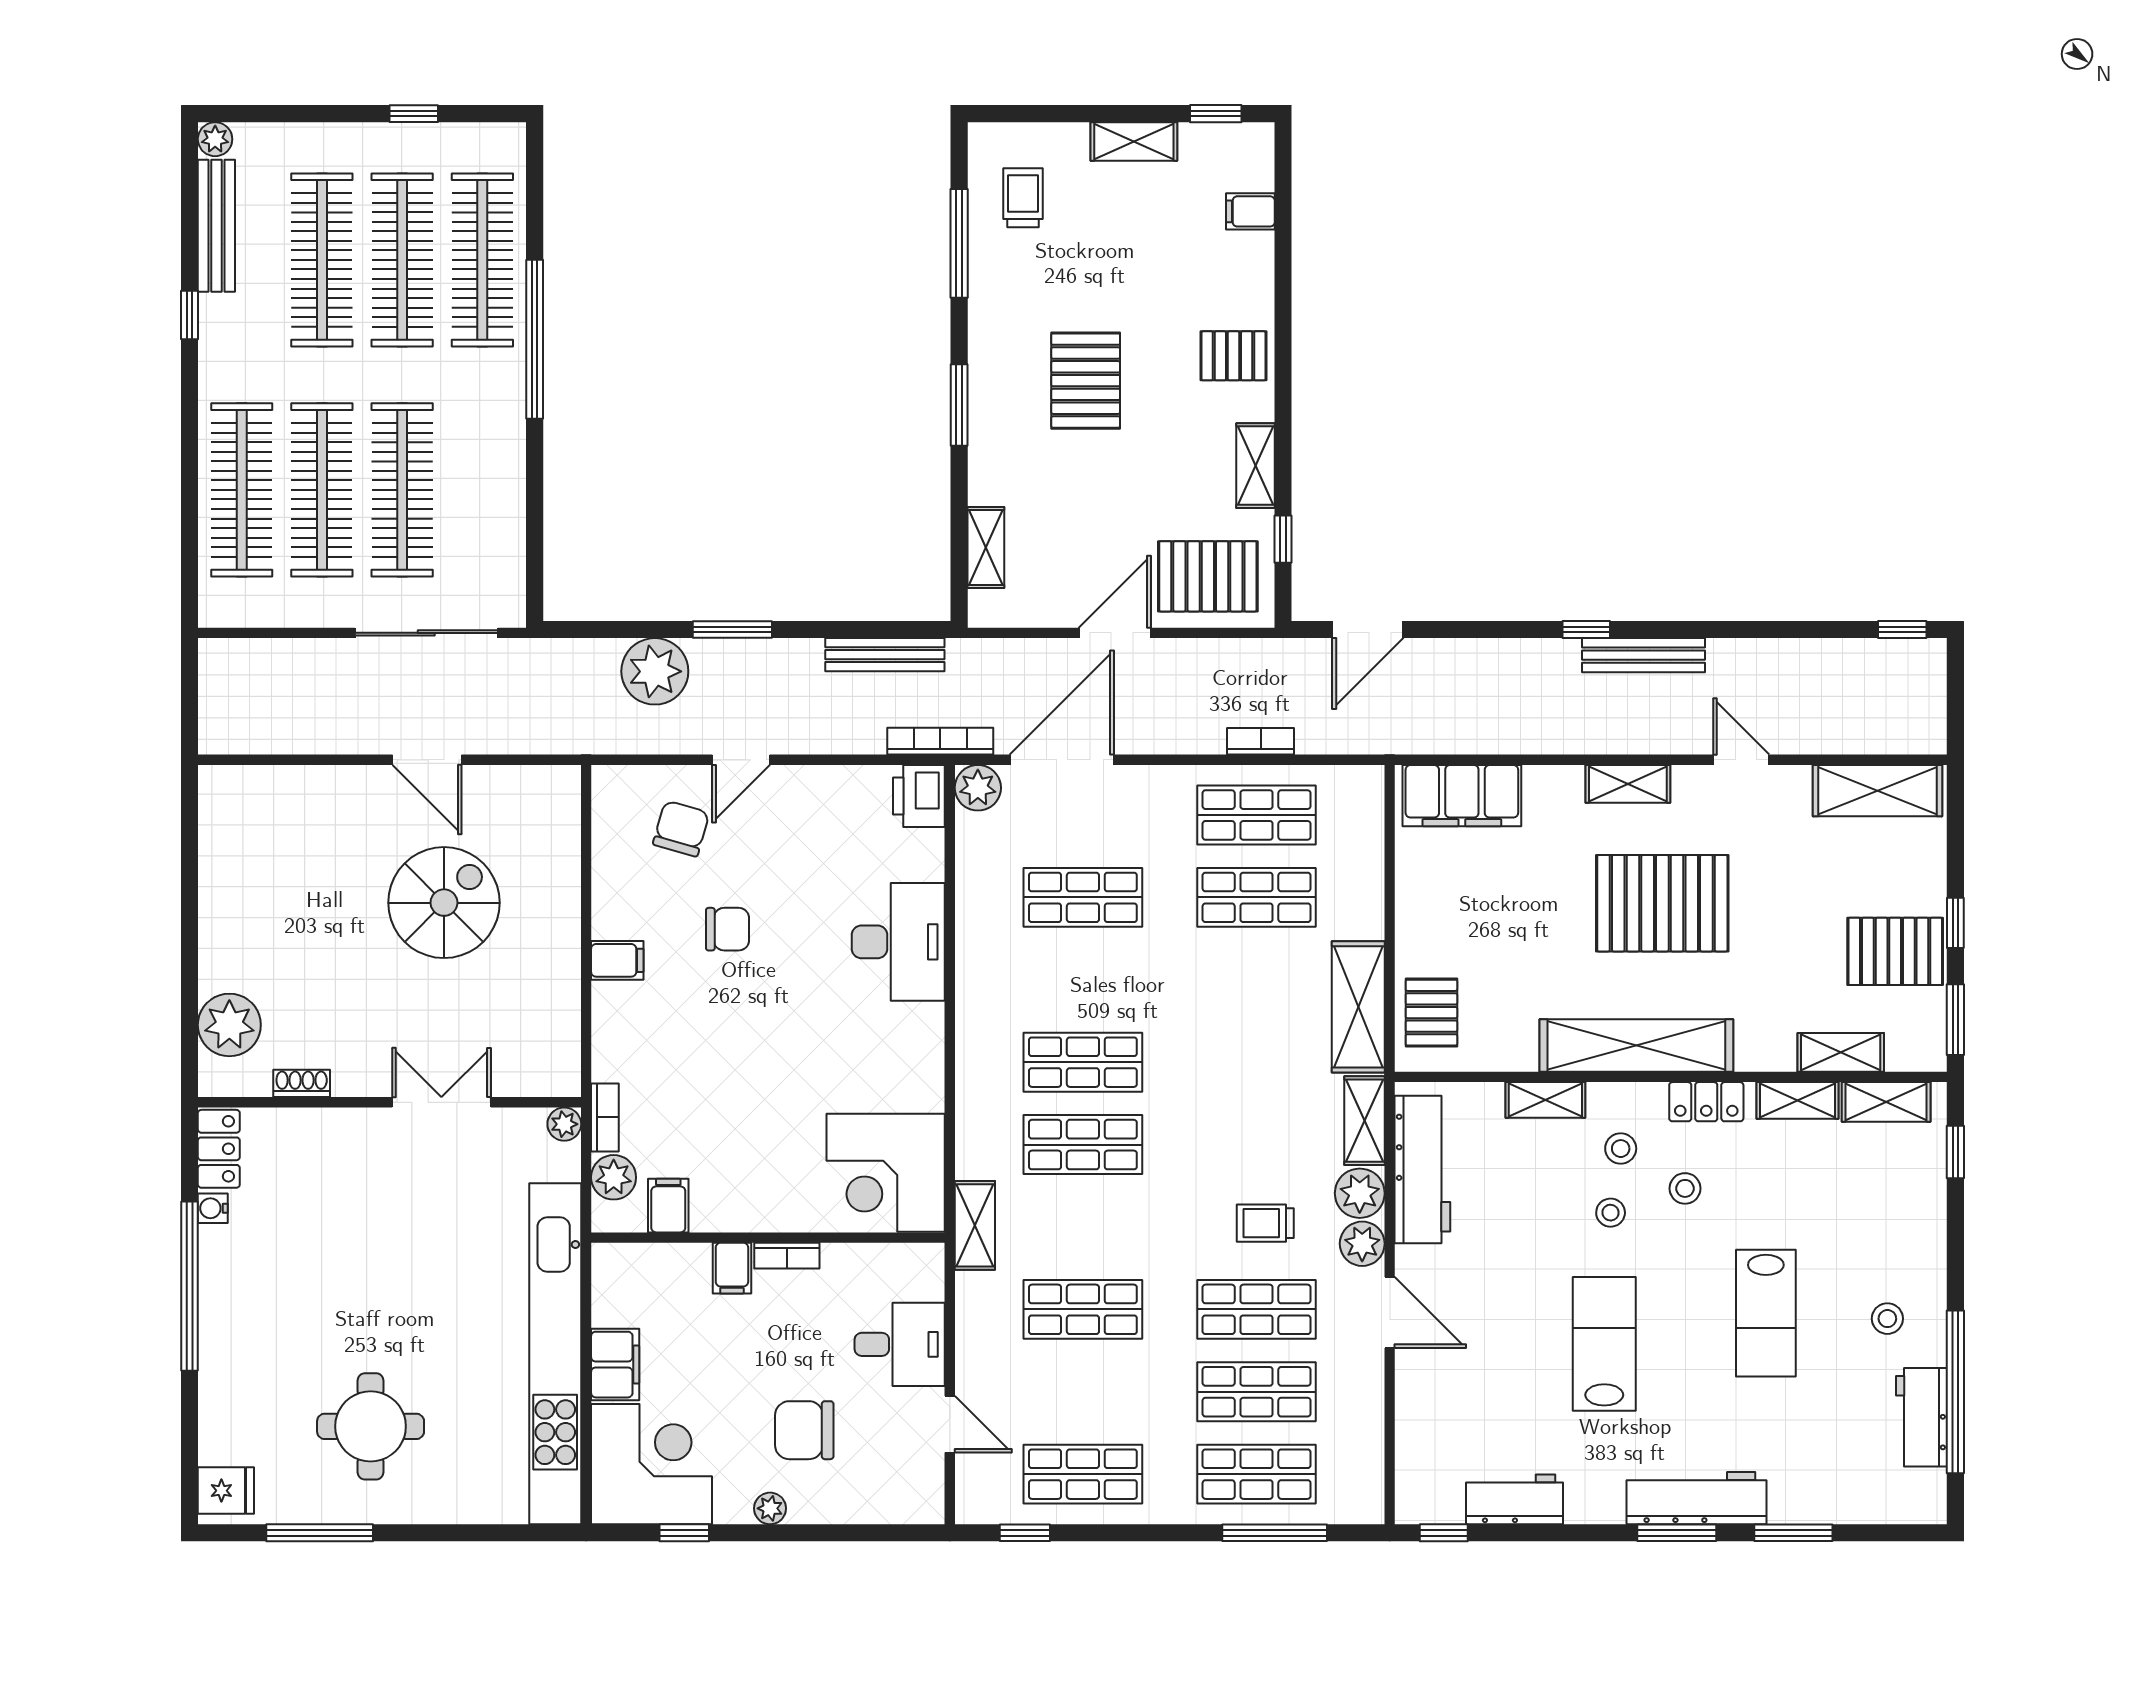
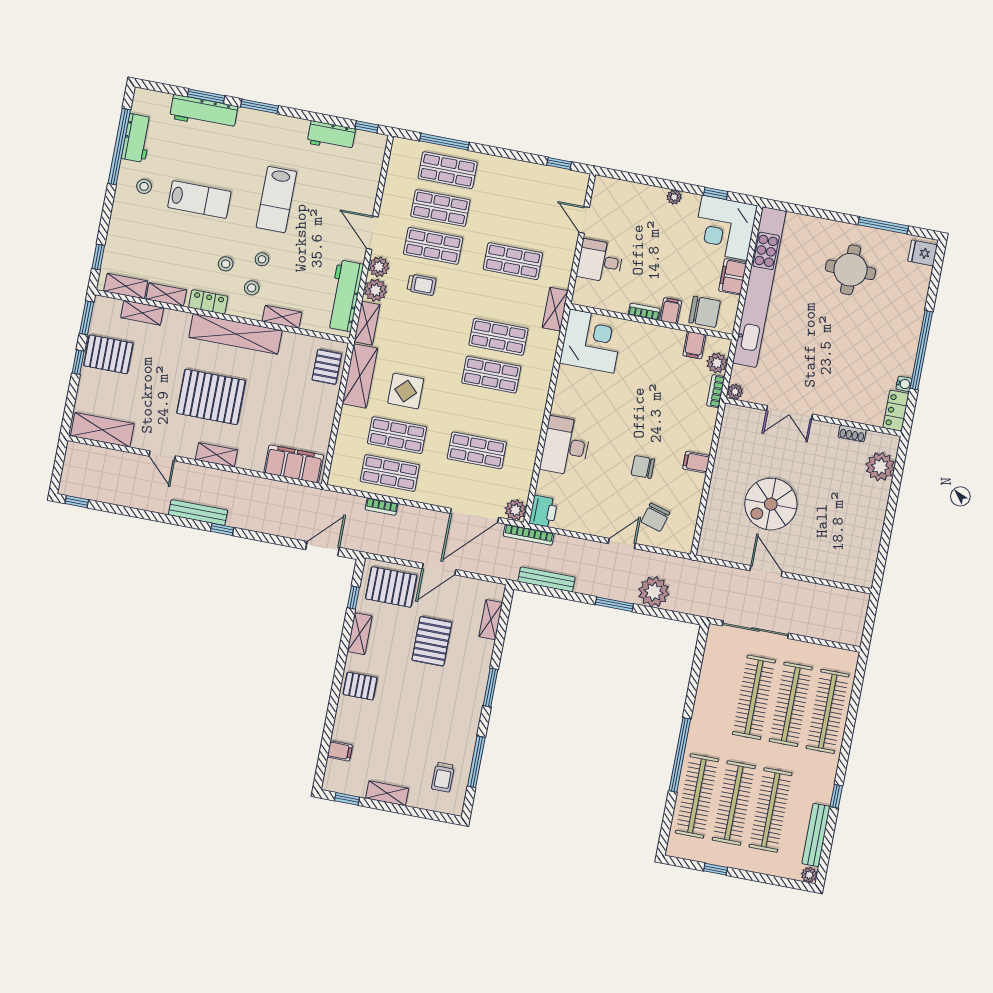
pallet: (1086, 381) -> (432, 641), moved
display table: (1256, 994) -> (406, 391), added
lab bench: (1766, 1313) -> (199, 200), turned 90
chair: (804, 1430) -> (704, 312), moved
shop shelf: (1083, 1474) -> (527, 185), removed
workbench: (1696, 1498) -> (204, 112), moved

